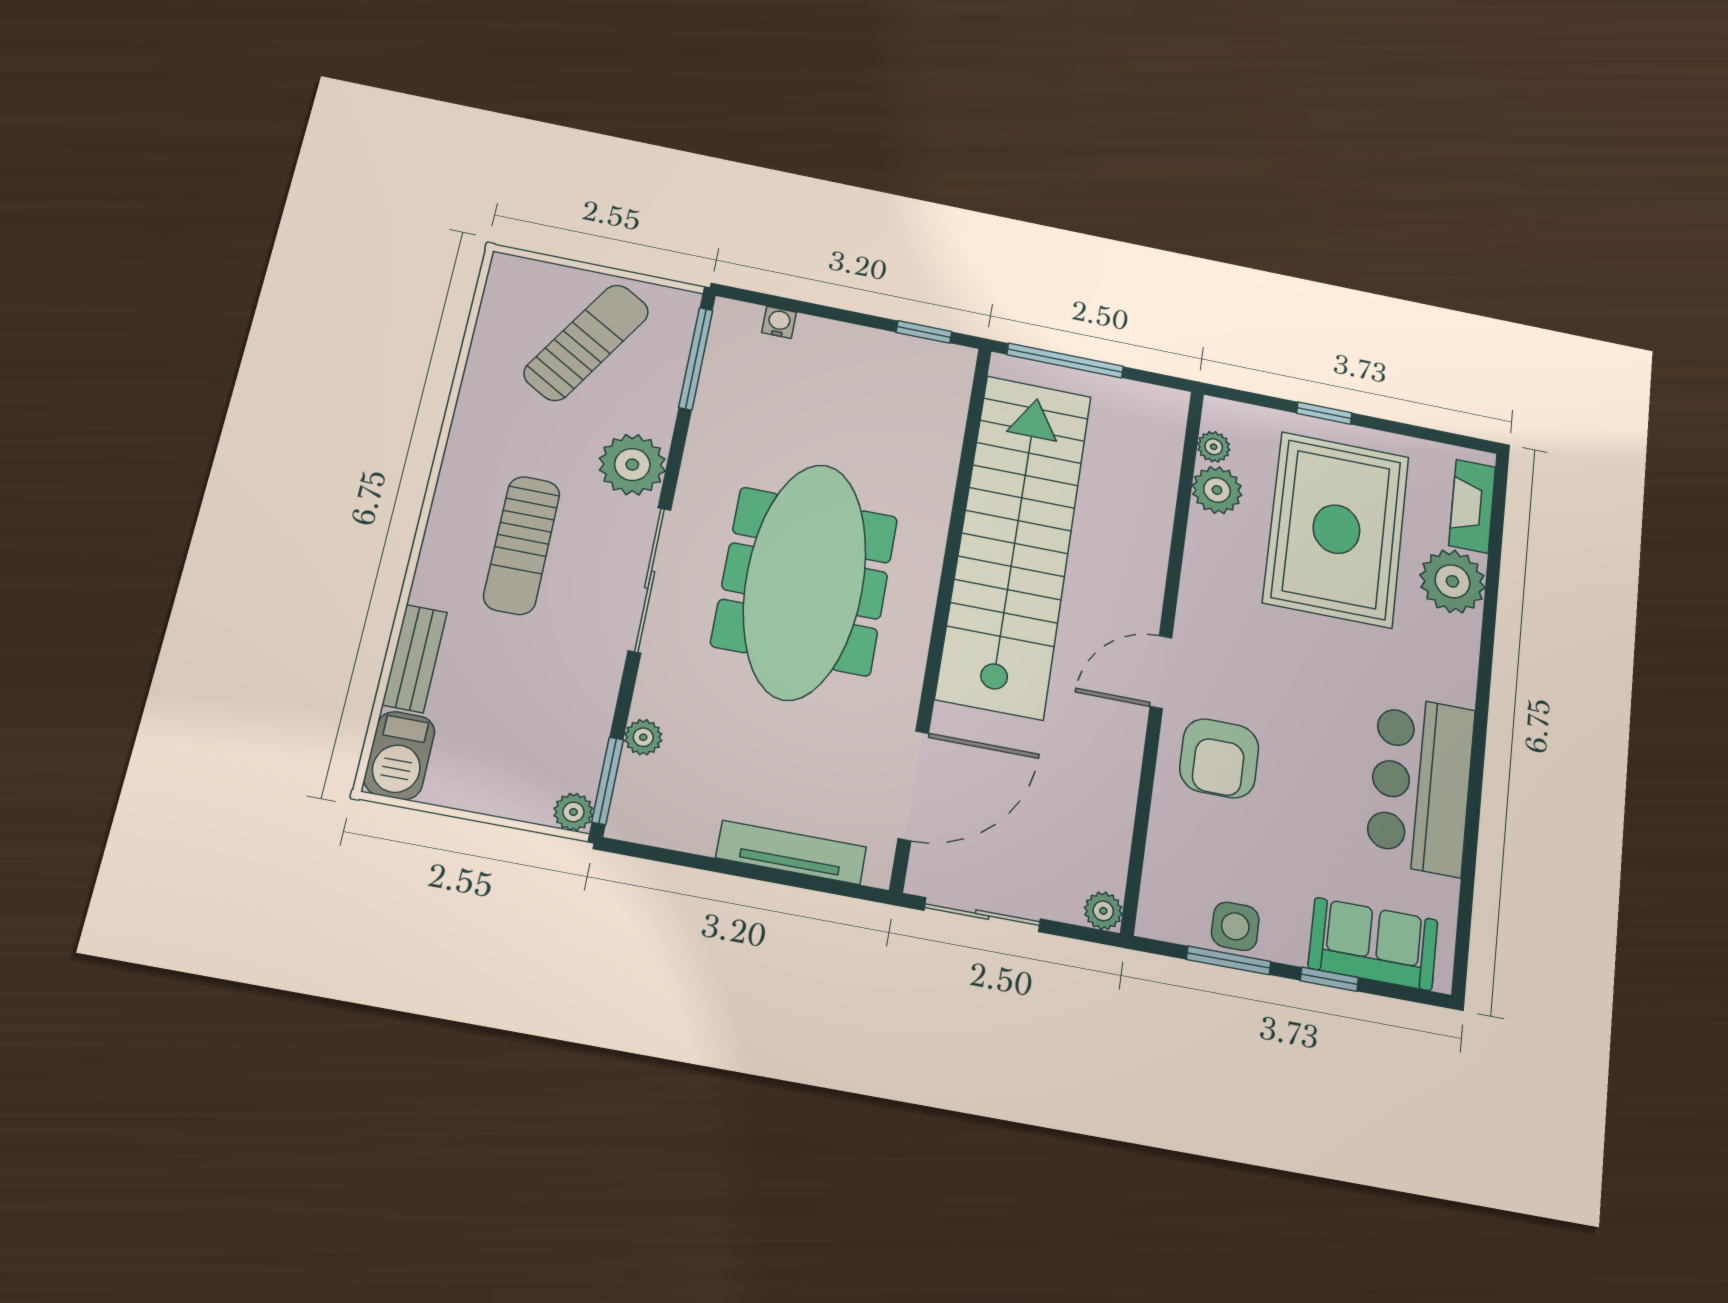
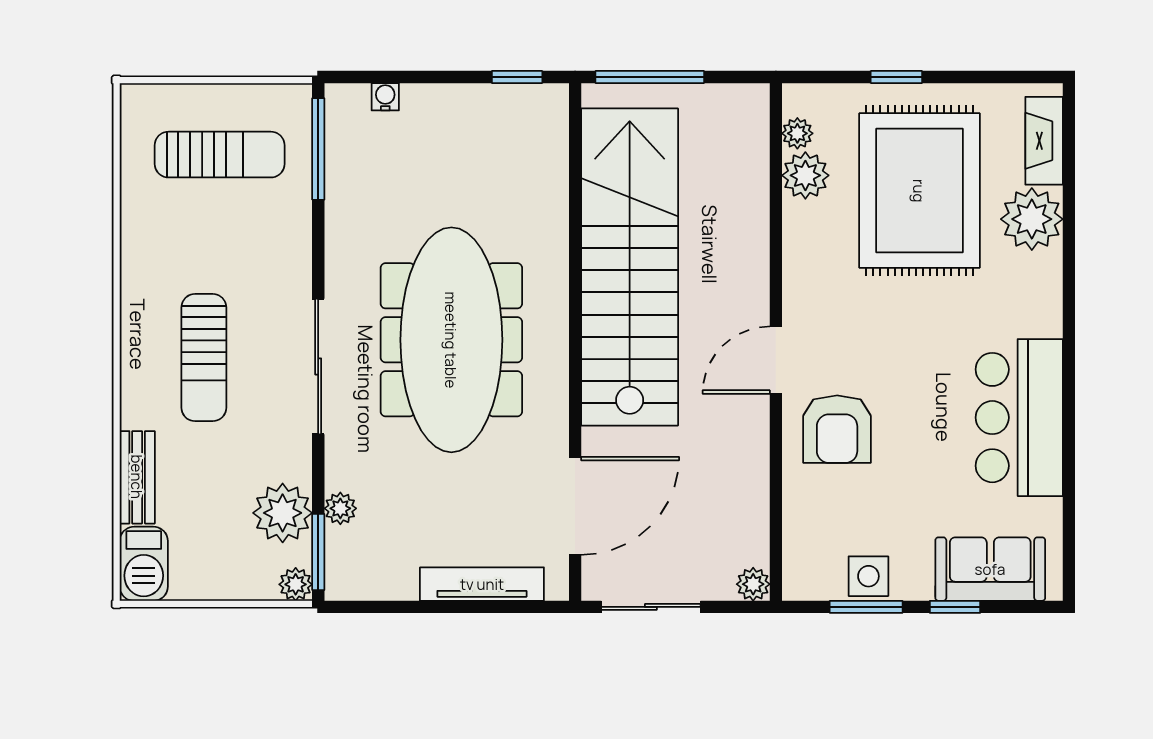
sun lounger: (586, 342) -> (220, 155), turned 59
plant: (632, 465) -> (283, 513), moved

